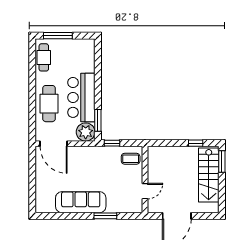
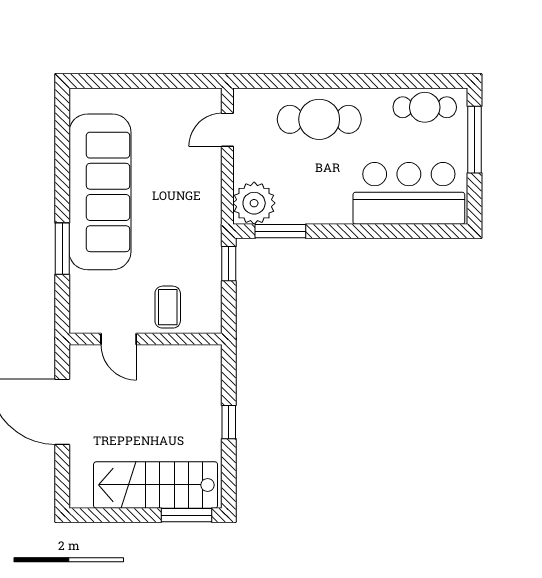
bar counter: (81, 97) -> (409, 193), moved
window: (196, 143) -> (229, 422), moved
door: (54, 144) -> (227, 130), width x0.53
coffee table: (131, 159) -> (168, 307), moved
sofa: (81, 202) -> (100, 192), width x1.36, depth x1.27

